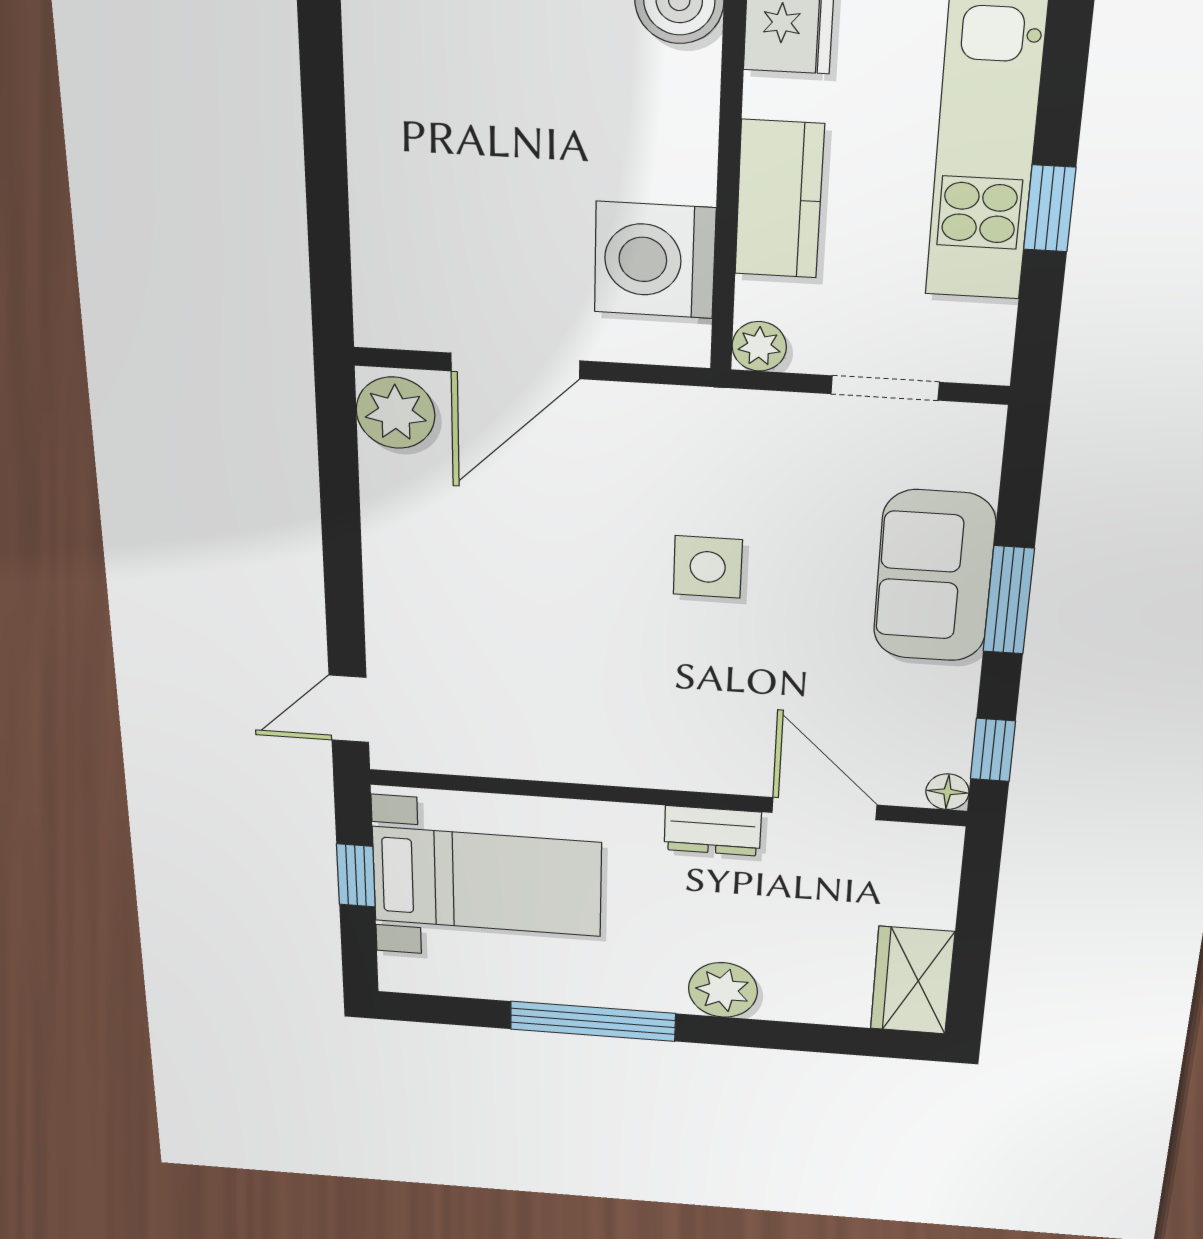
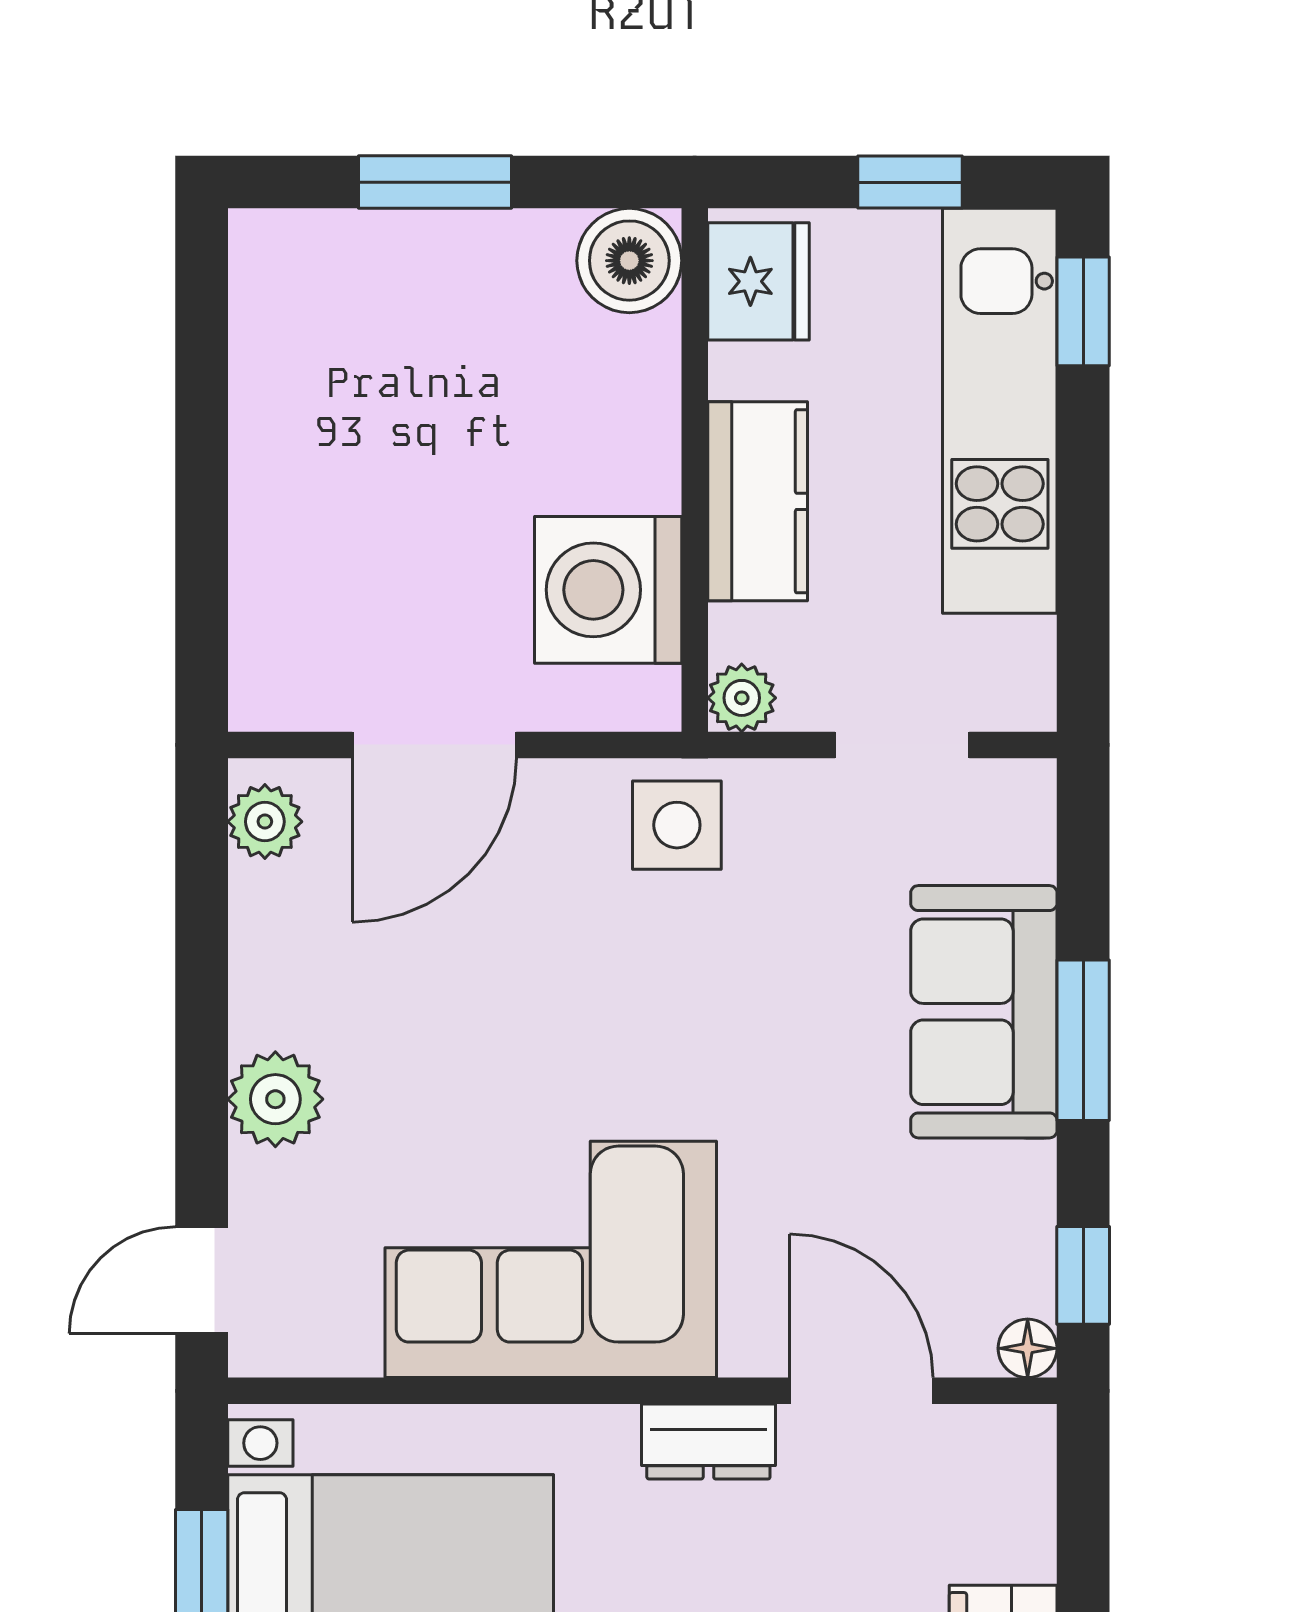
window: (1050, 208) -> (1083, 311), moved
plant: (395, 413) -> (265, 822), width x0.73, depth x0.73
side table: (708, 567) -> (677, 825), moved
plant: (399, 599) -> (275, 1099), added
corner sofa: (602, 713) -> (551, 1259), added

